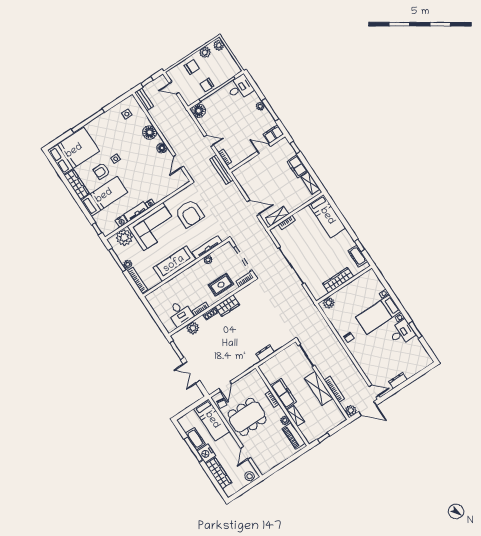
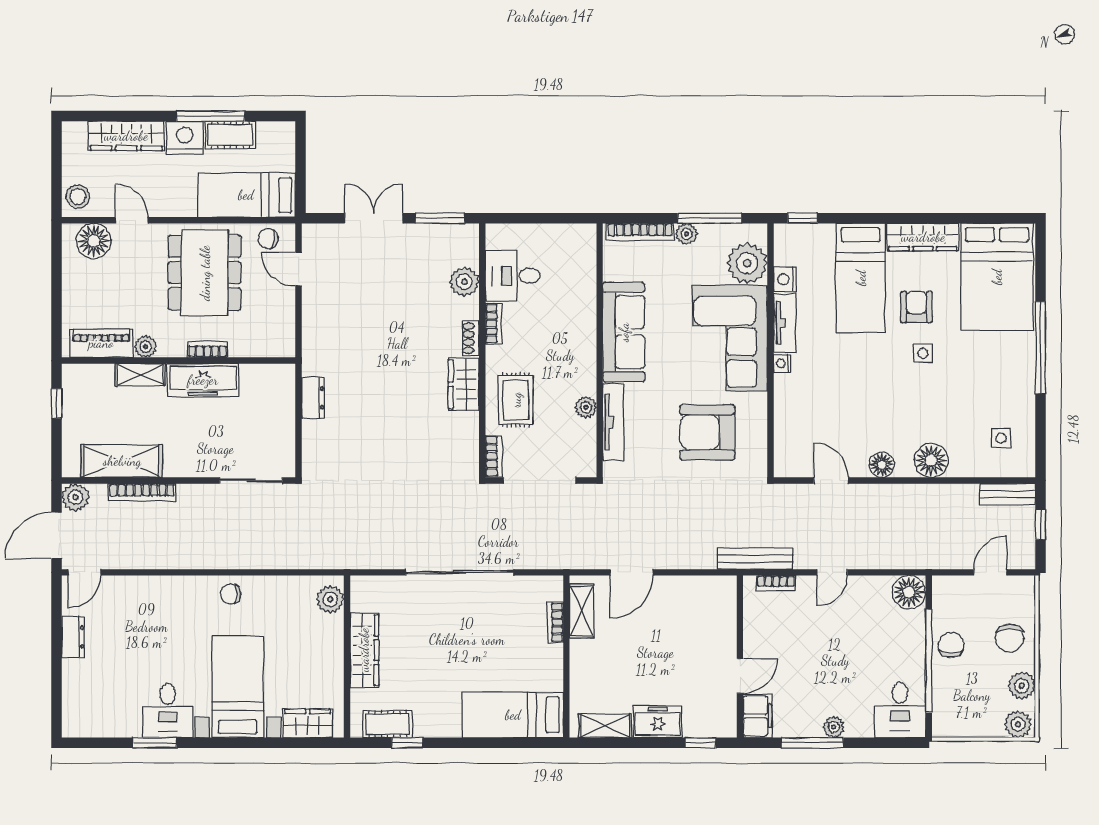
wardrobe: (375, 283) -> (308, 723), added
shelving: (319, 388) -> (122, 461), moved
floor lamp: (261, 461) -> (94, 241), added

